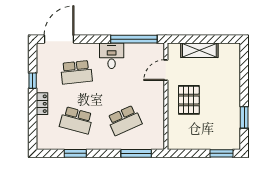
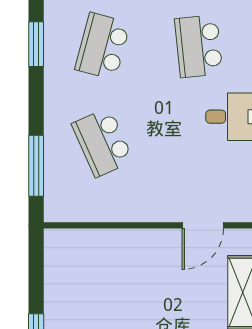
door: (166, 70) -> (203, 225), swing flipped
pallet: (189, 100) -> (143, 271), removed

